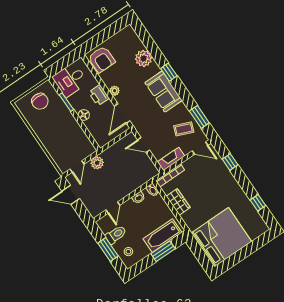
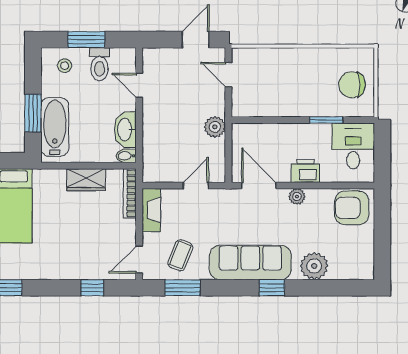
sofa: (164, 92) -> (250, 262), width x1.36
floor lamp: (84, 115) -> (293, 132), removed
plant: (97, 163) -> (215, 127), moved
washbasin: (139, 198) -> (125, 130), width x1.91, depth x1.45

